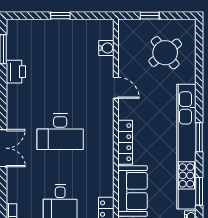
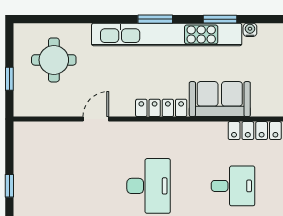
water cooler: (106, 48) -> (48, 130), removed
round table: (165, 53) -> (54, 60), turned 38

